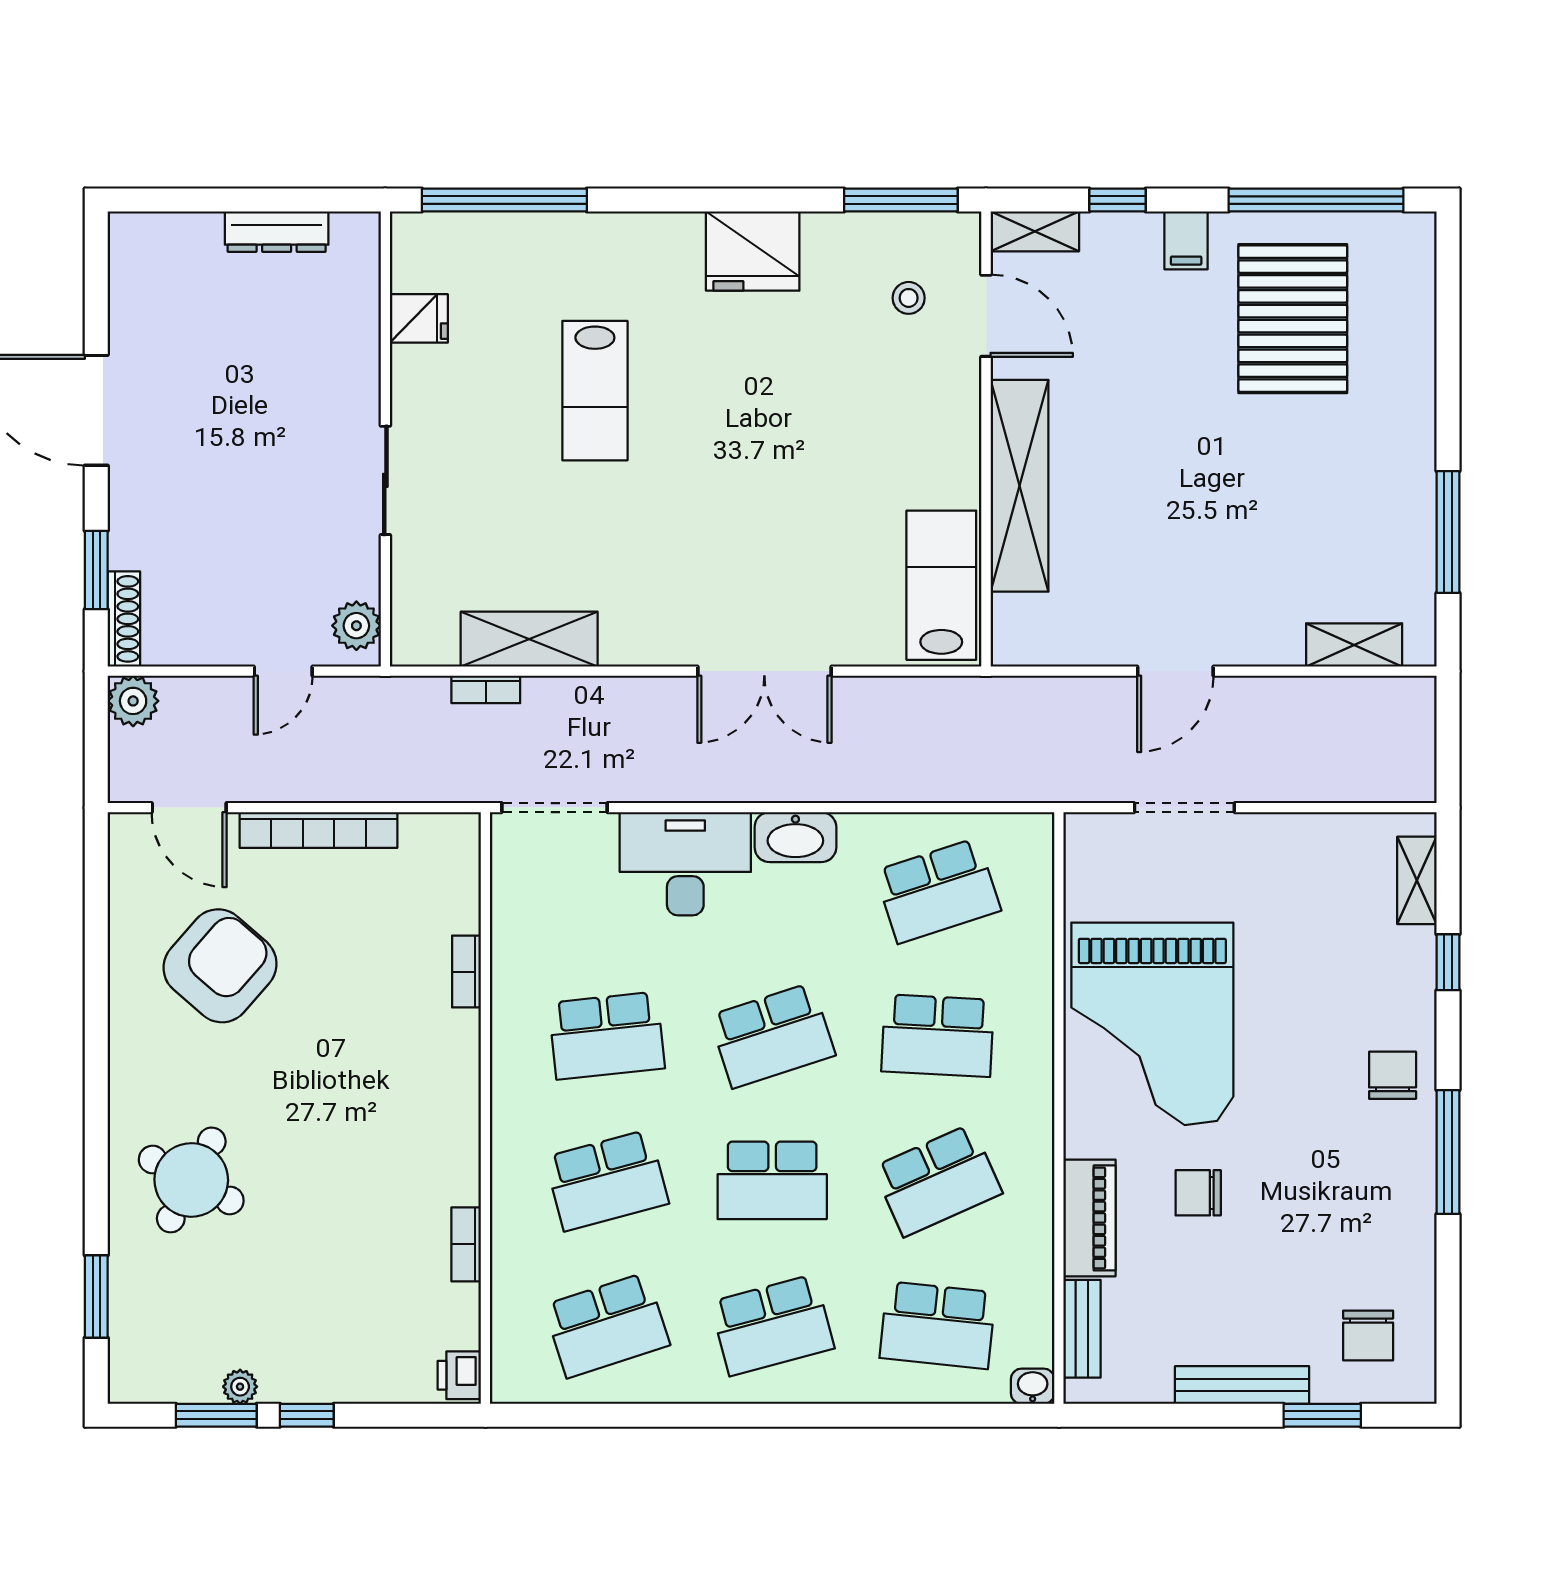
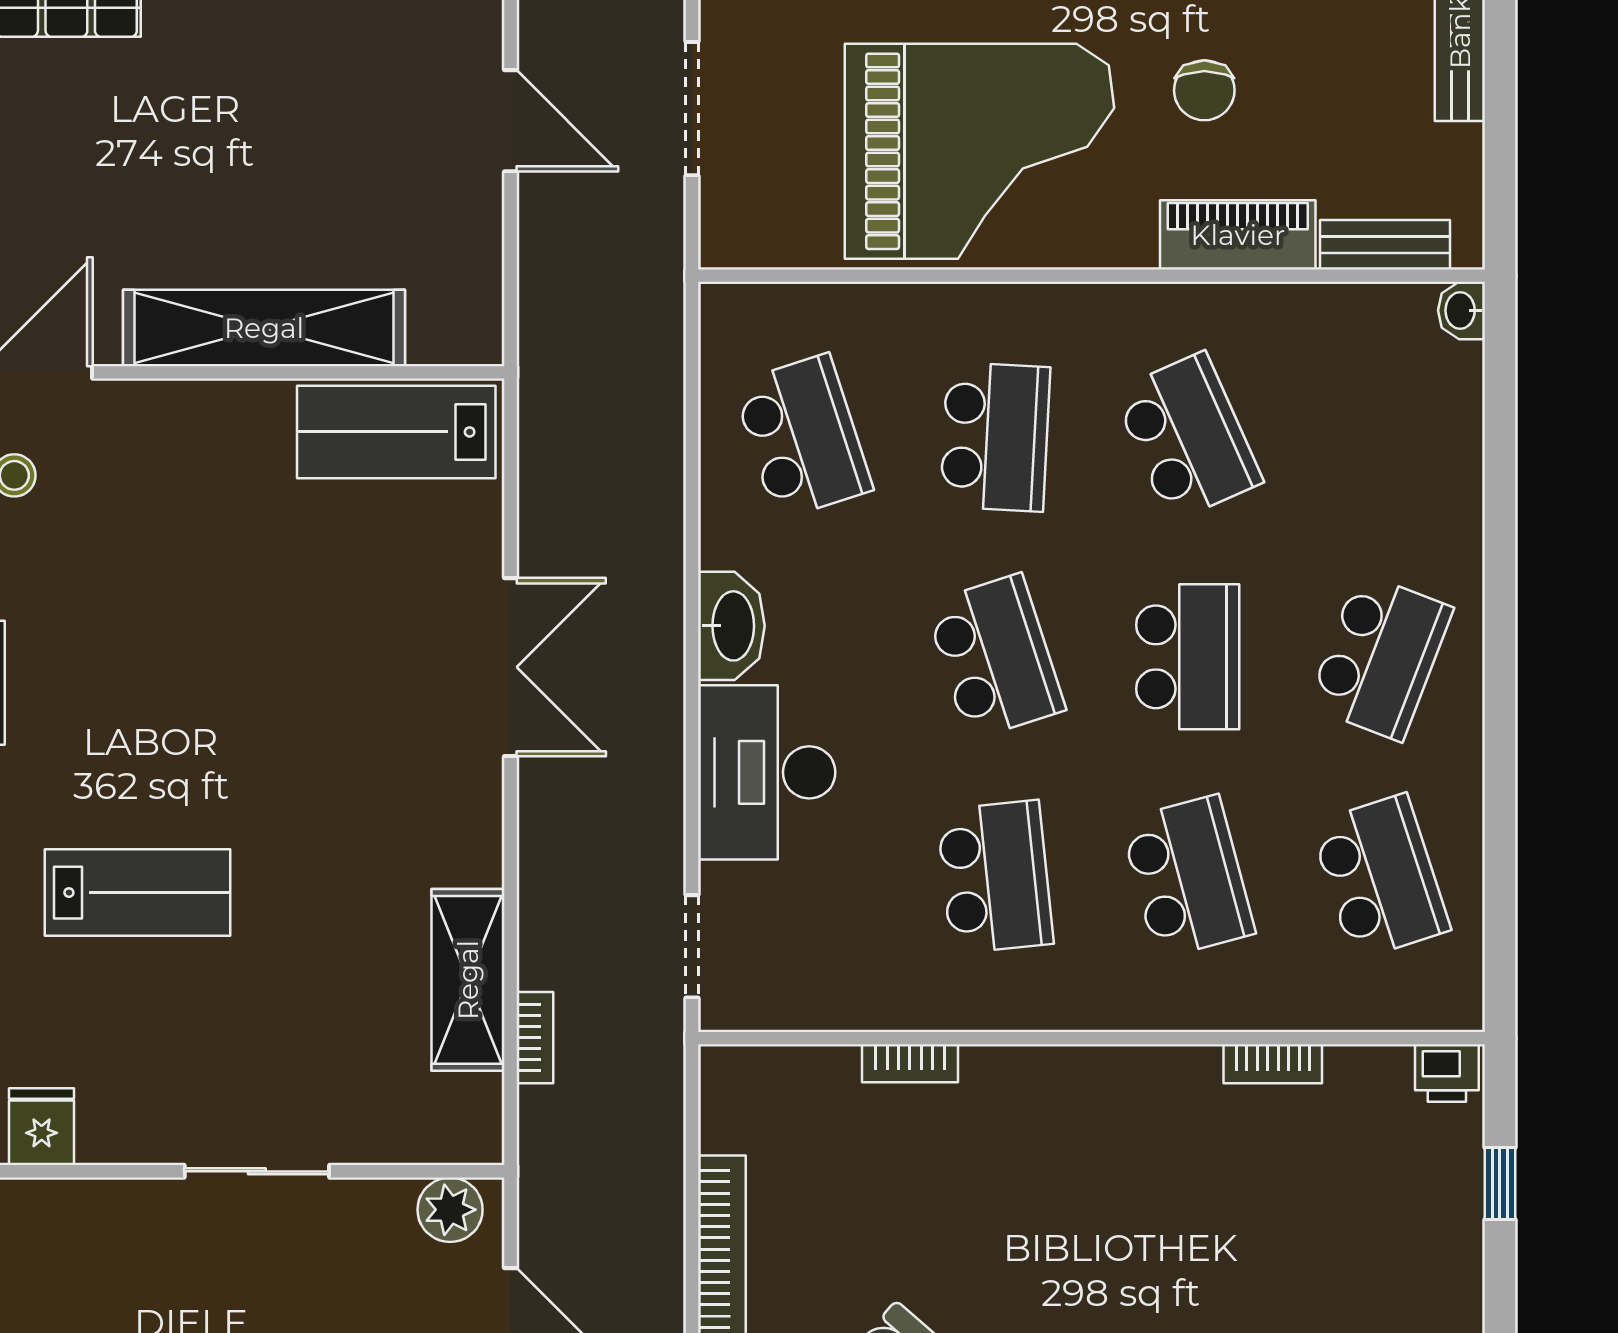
doorway: (554, 808) -> (692, 946), width x0.73
school desk: (772, 1325) -> (1380, 657), turned 36
school desk: (938, 1325) -> (1380, 437), removed
window: (307, 1415) -> (1500, 1184), moved

